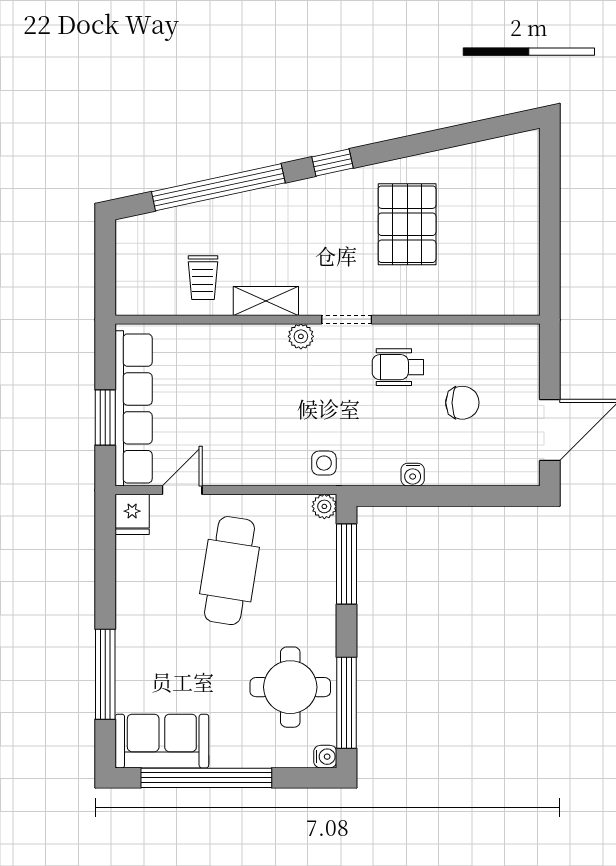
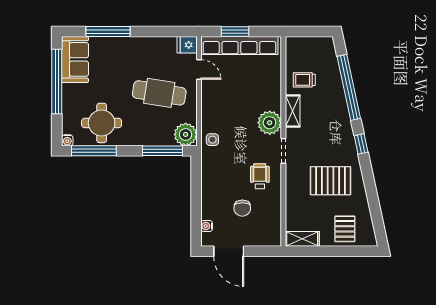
pallet: (504, 195) -> (345, 229), added
shelving: (525, 282) -> (302, 239), added
plant: (301, 336) -> (270, 123), width x1.88, depth x1.88
water cooler: (413, 475) -> (207, 226), moved
plant: (324, 506) -> (186, 134), width x1.88, depth x1.88

